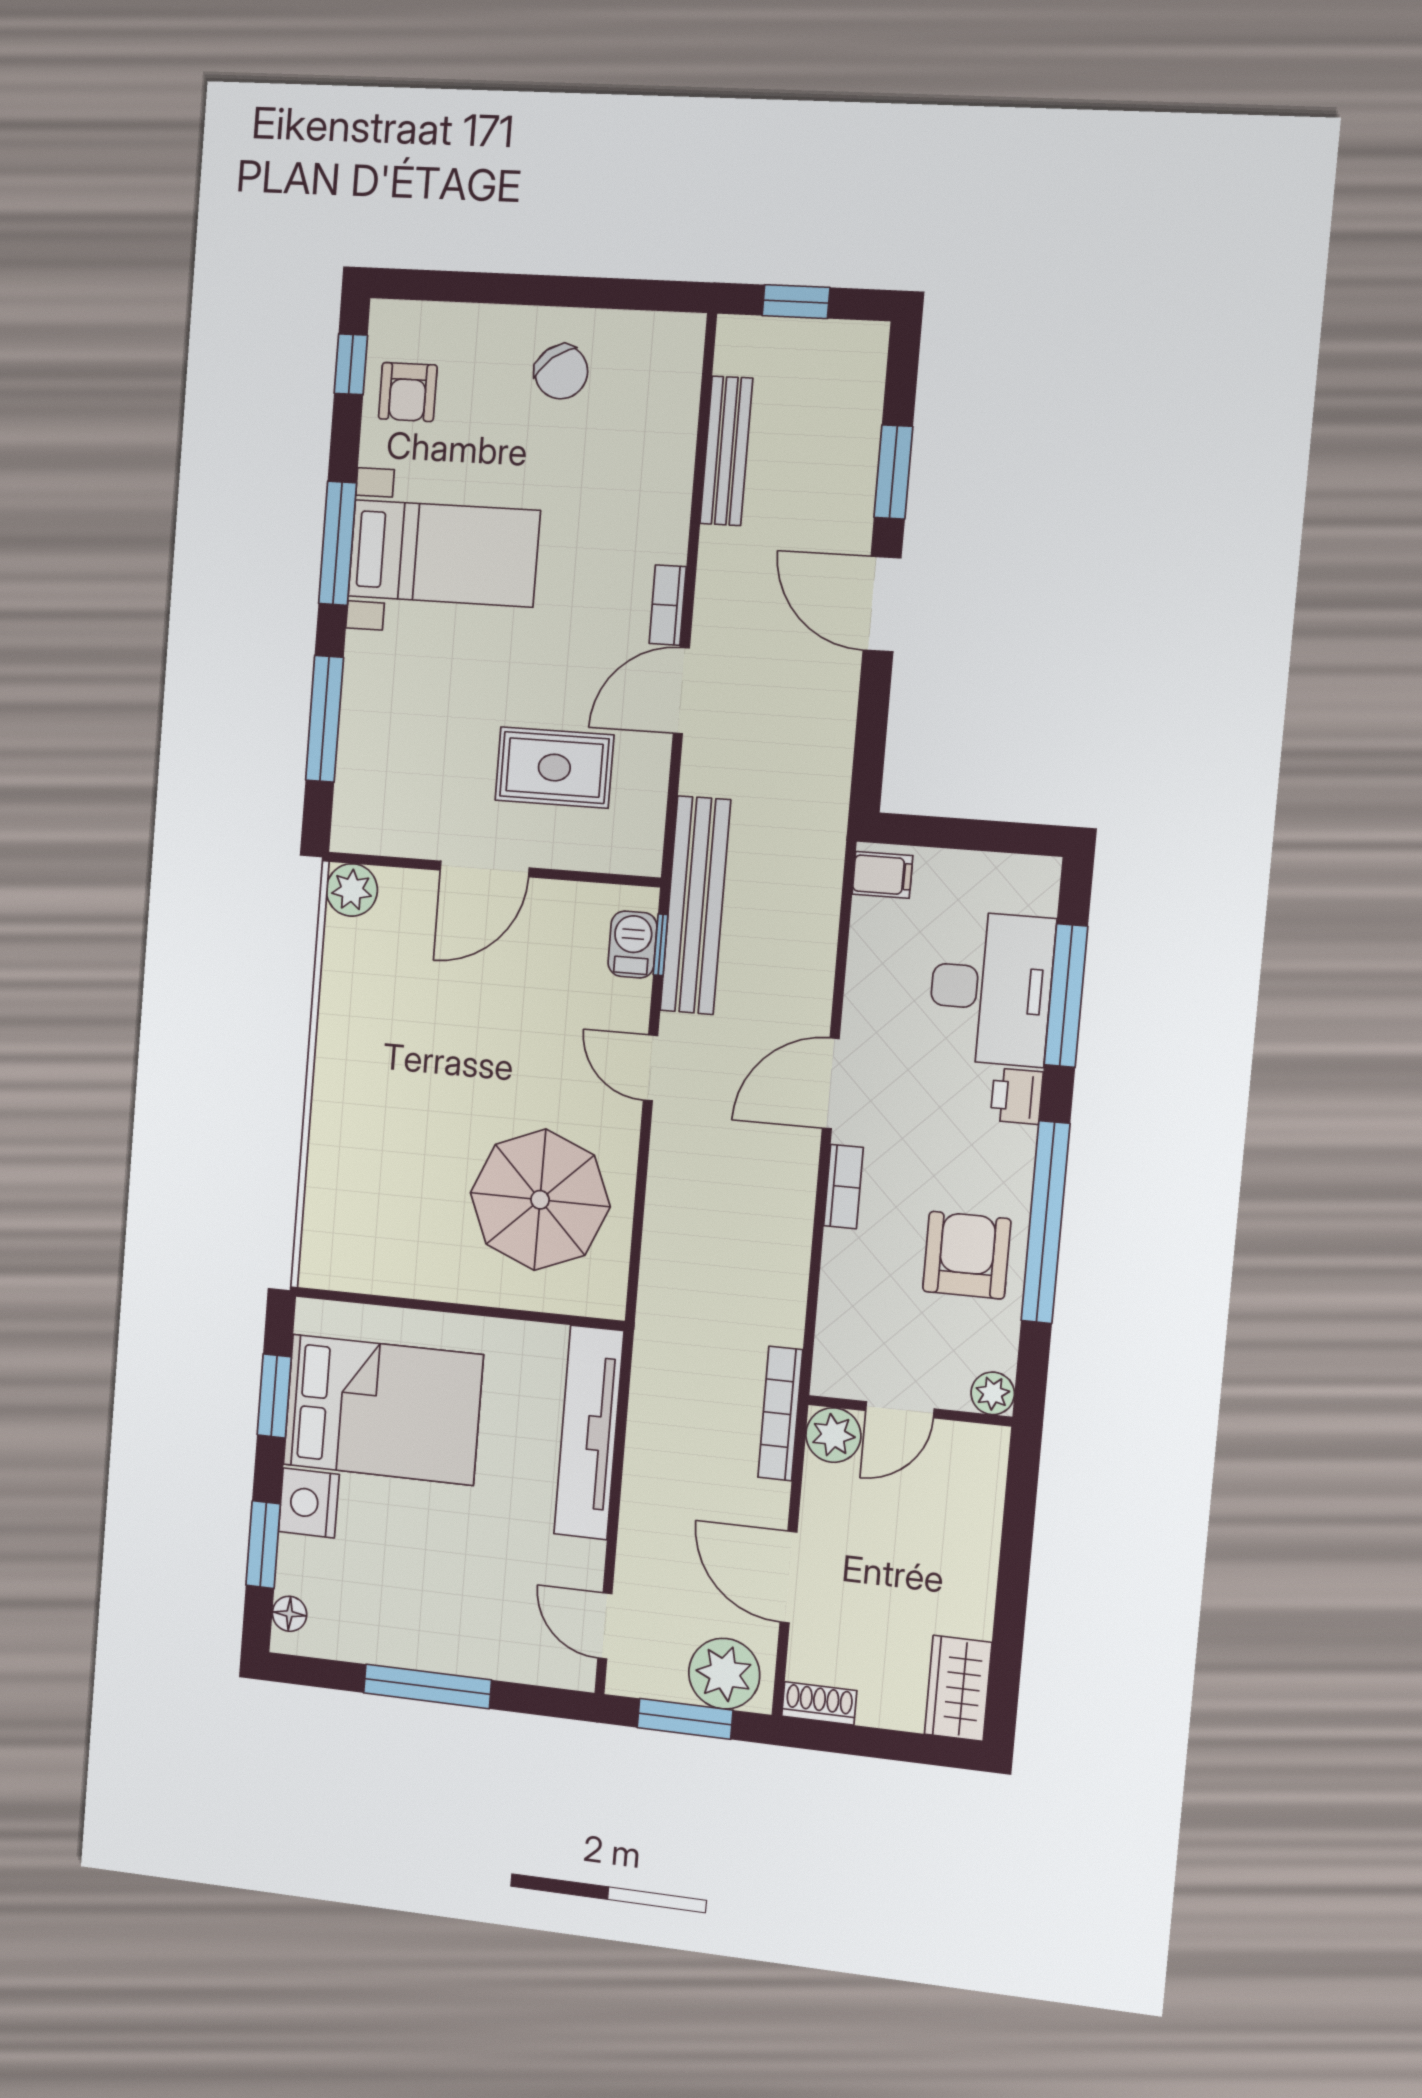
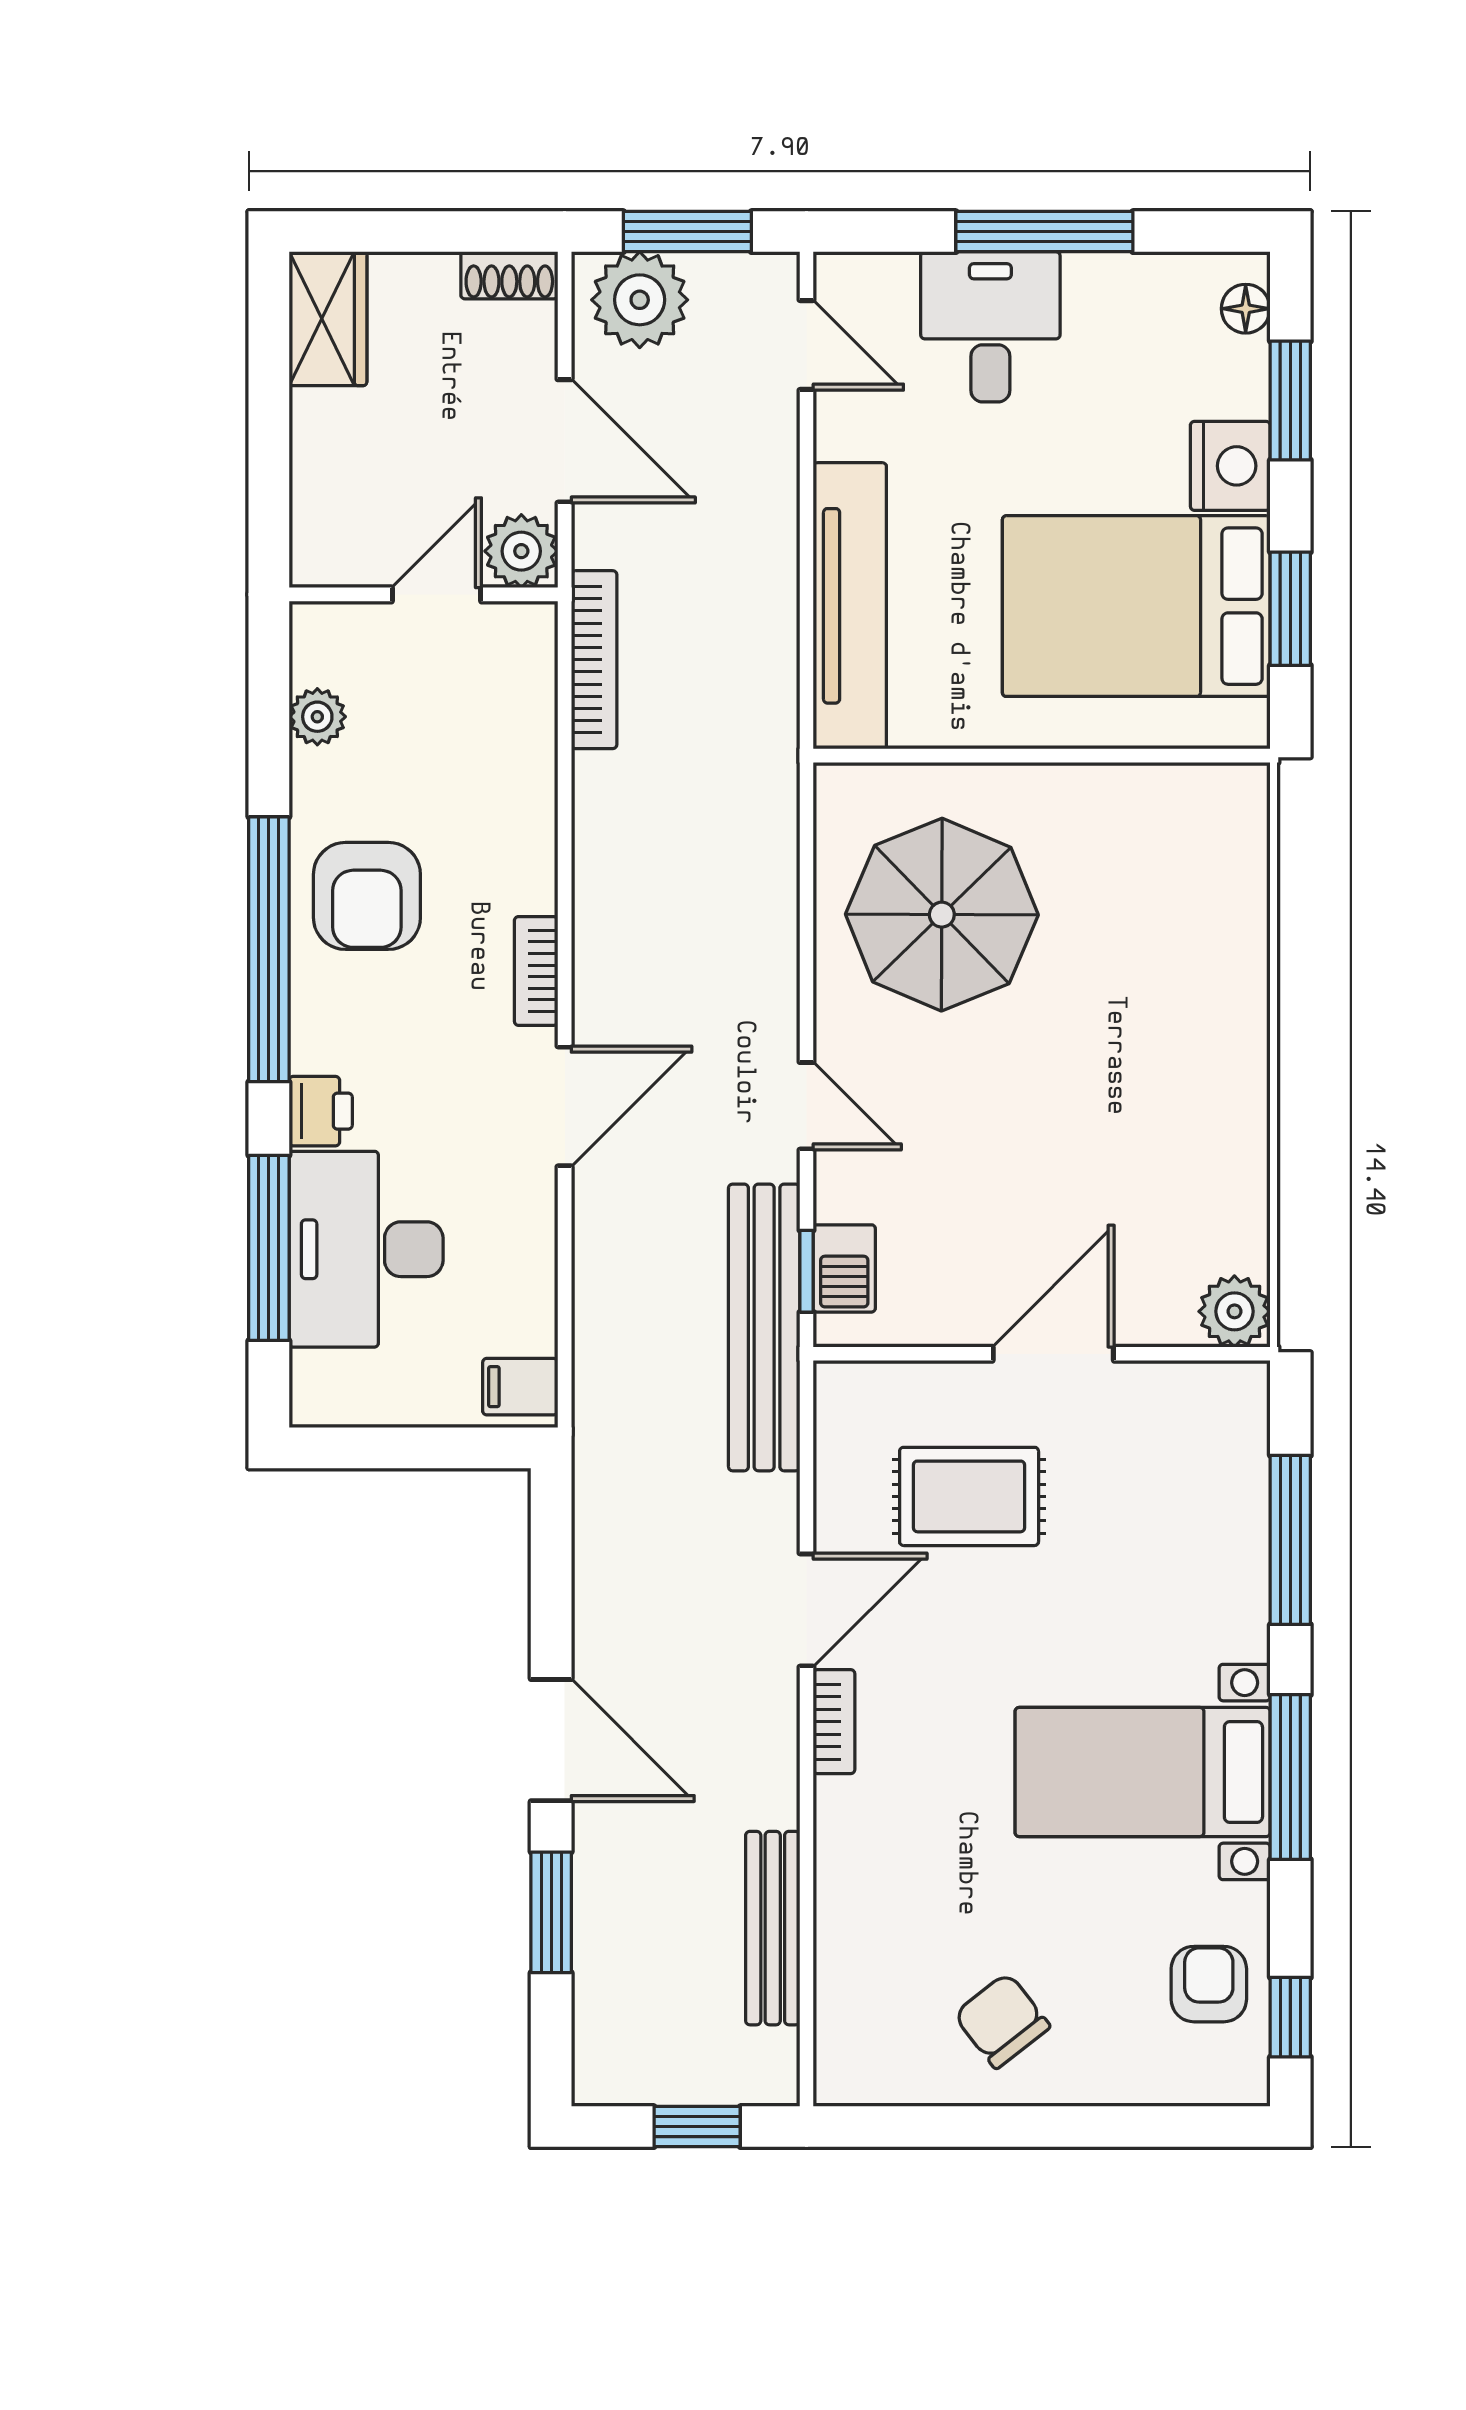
door: (900, 1410) -> (437, 594), moved
wall: (910, 1411) -> (423, 594), moved
plant: (833, 1435) -> (521, 551), moved
desk: (471, 1623) -> (990, 327), added

